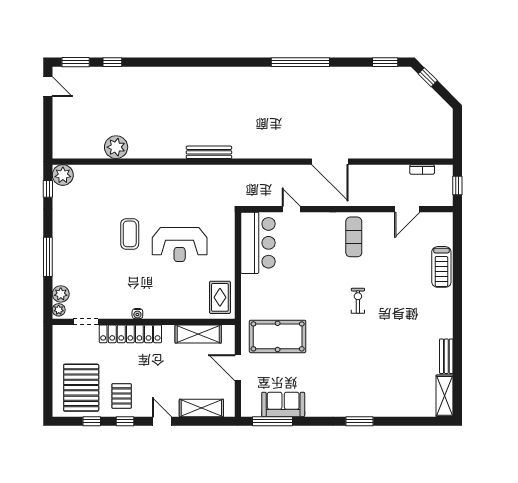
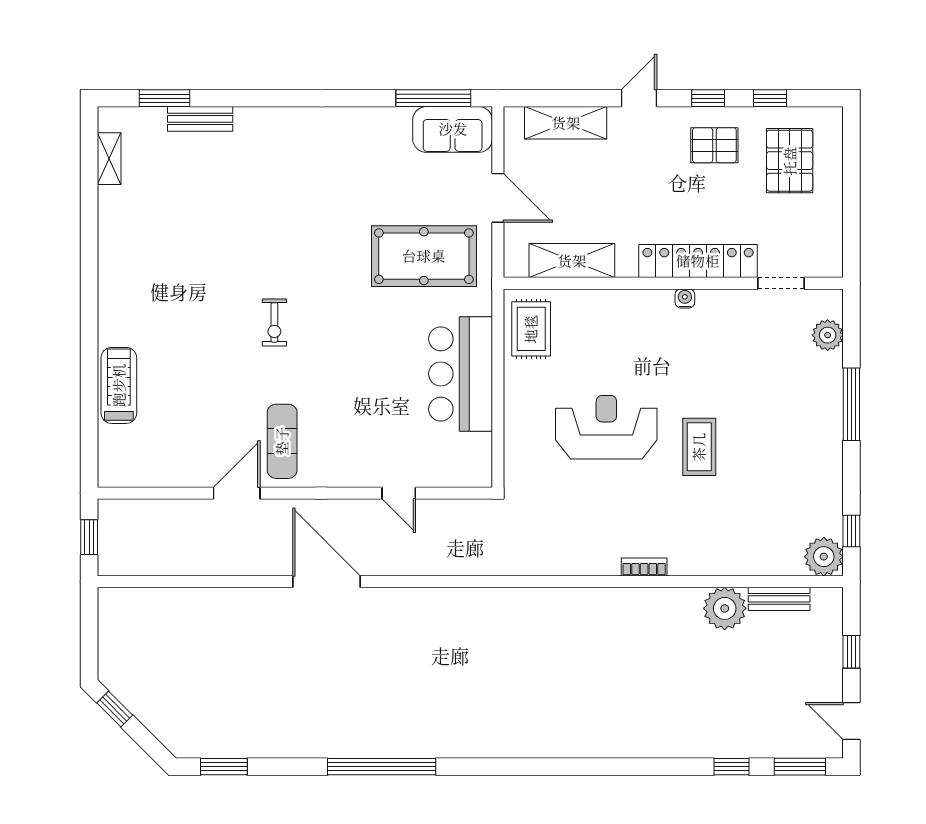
window: (428, 77) -> (115, 709), moved
window: (48, 124) -> (851, 652), added
bench: (209, 152) -> (779, 599), moved, width x0.73
bookcase: (422, 169) -> (644, 567), moved
door: (407, 209) -> (237, 493), moved
bar counter: (258, 243) -> (461, 374), moved
plant: (59, 310) -> (831, 306), removed
bench: (446, 356) -> (200, 119), moved, turned 90
pallet: (81, 388) -> (790, 161), width x0.73, depth x0.71
pallet: (122, 396) -> (714, 145), turned 90
shelving: (445, 396) -> (109, 159), width x0.67, depth x0.75
sofa: (283, 404) -> (453, 129), moved
door: (162, 421) -> (639, 98), swing flipped
window: (359, 421) -> (165, 98), moved

